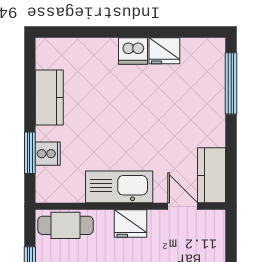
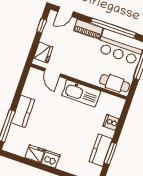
window: (30, 153) -> (110, 153), moved
kitchen counter: (212, 175) -> (23, 111), moved
fridge: (131, 224) -> (43, 52), moved, turned 90

